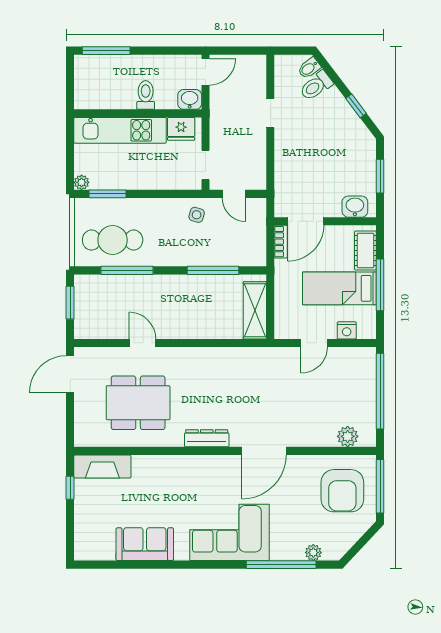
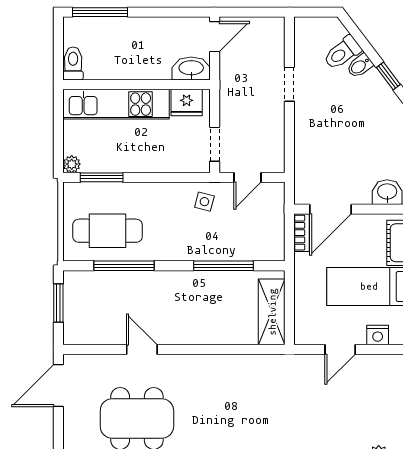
bidet: (309, 68) -> (360, 66), moved
toilet: (146, 95) -> (73, 63), moved
washbasin: (190, 99) -> (191, 69), width x1.38
door: (234, 194) -> (248, 177), hinge flipped

